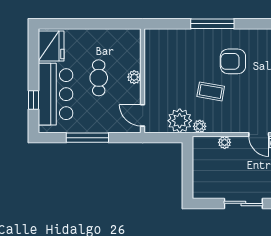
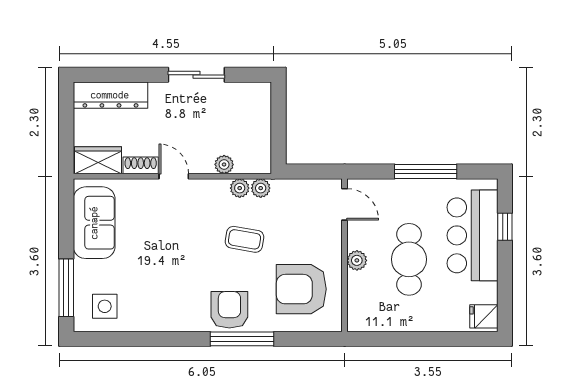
fridge: (51, 46) -> (484, 316), width x0.53, depth x0.75
armchair: (172, 58) -> (301, 289), added
armchair: (233, 61) -> (229, 310), moved, turned -90
cafe table: (99, 78) -> (409, 259), width x1.37, depth x1.35
plant: (180, 121) -> (240, 188), moved, width x0.53, depth x0.53

